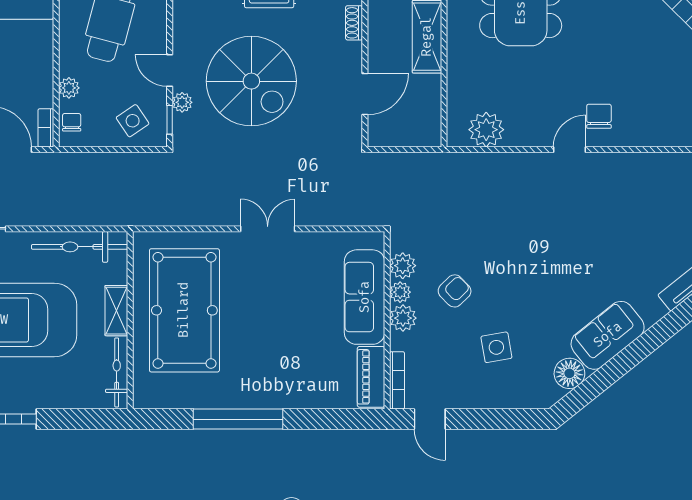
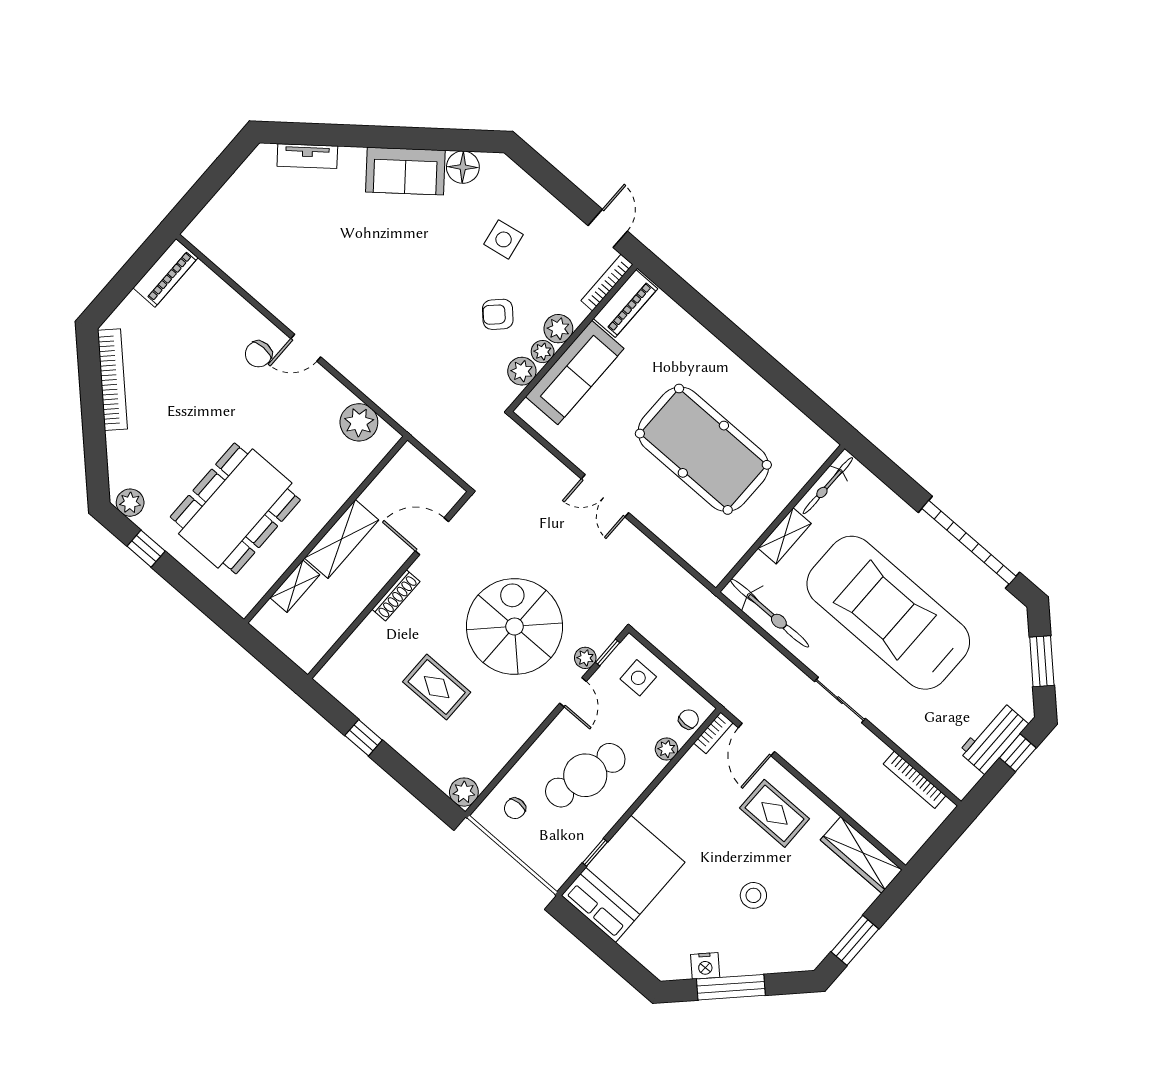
shoe rack: (354, 23) -> (396, 595), width x1.43
side table: (133, 121) -> (638, 678), turned 34
chair: (72, 122) -> (689, 719), turned 180
pool table: (184, 310) -> (703, 449), moved, turned 90
window: (238, 419) -> (763, 363), removed

